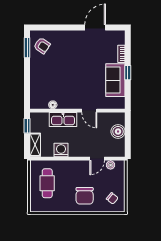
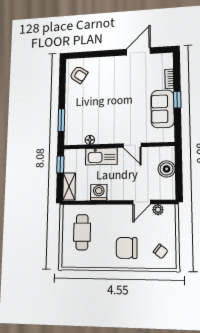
window: (27, 48) -> (61, 120), moved
chair: (85, 196) -> (127, 248), turned 90

